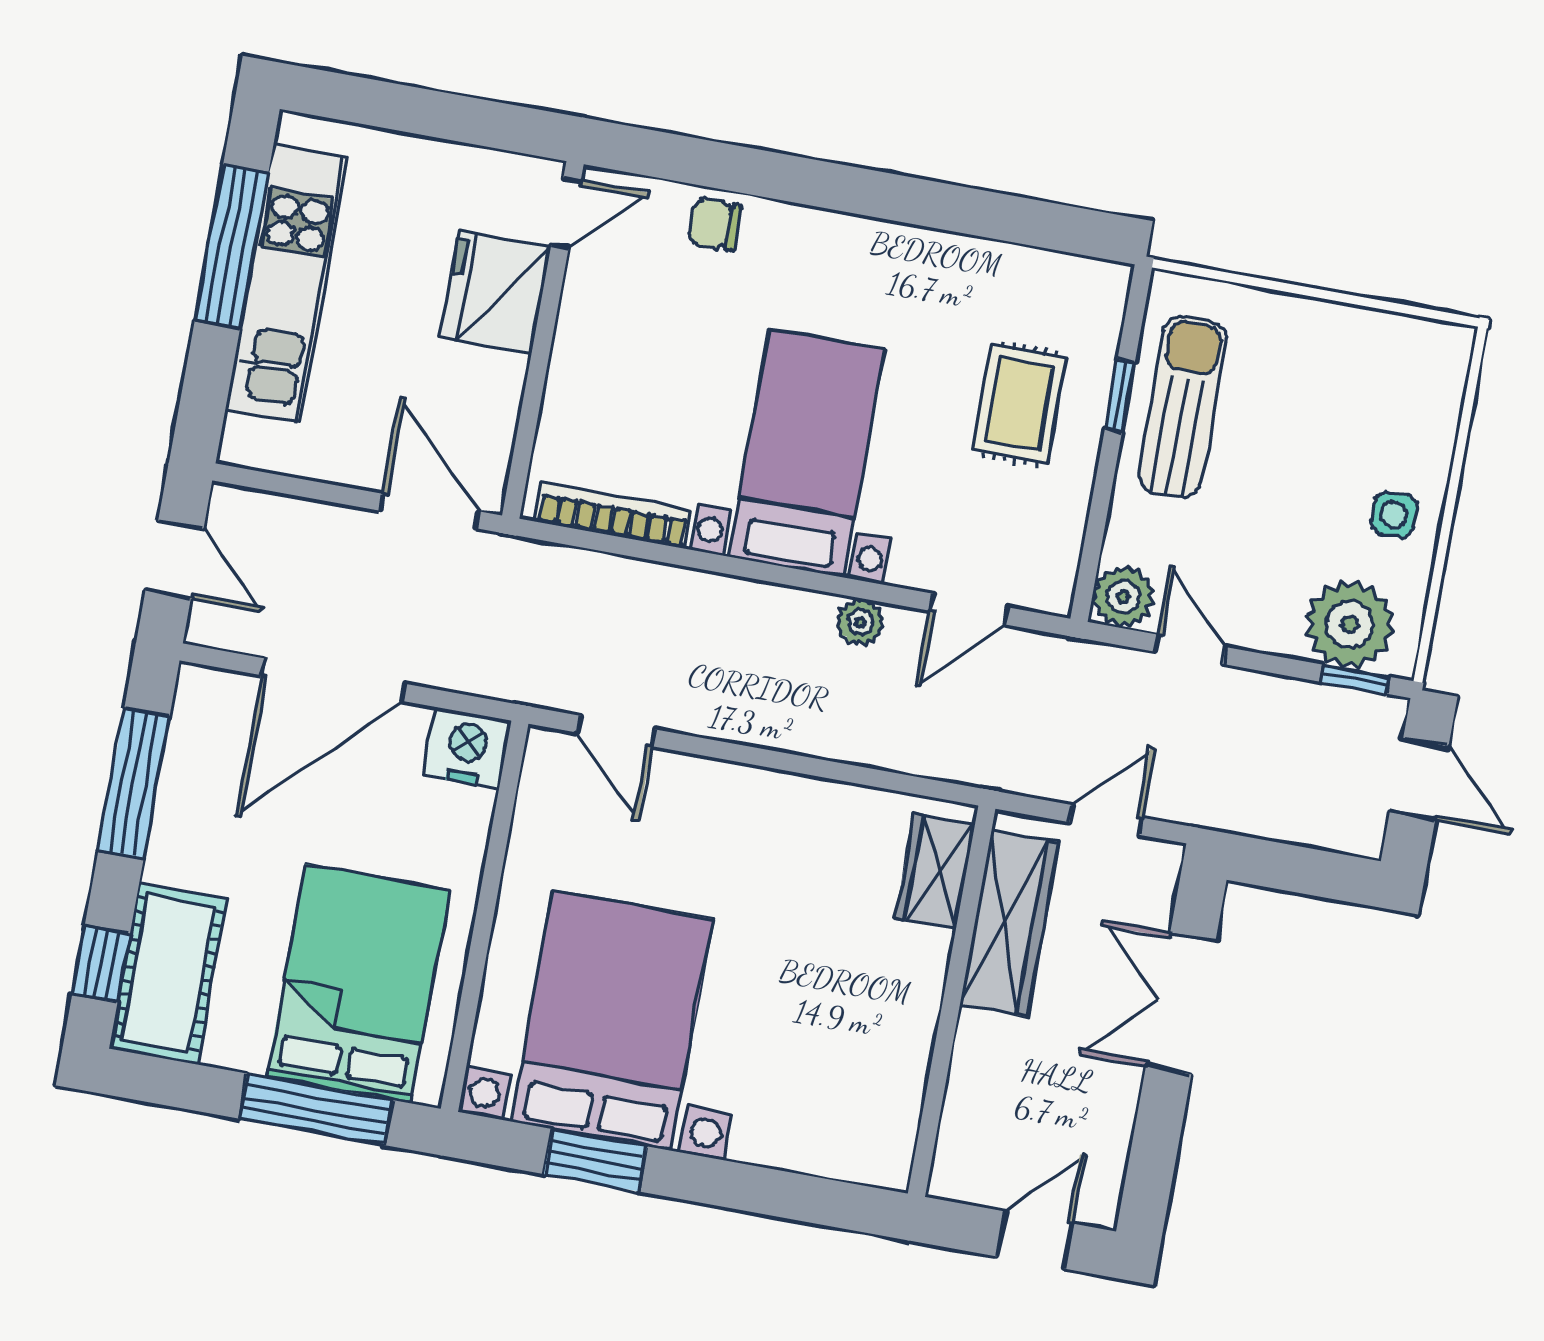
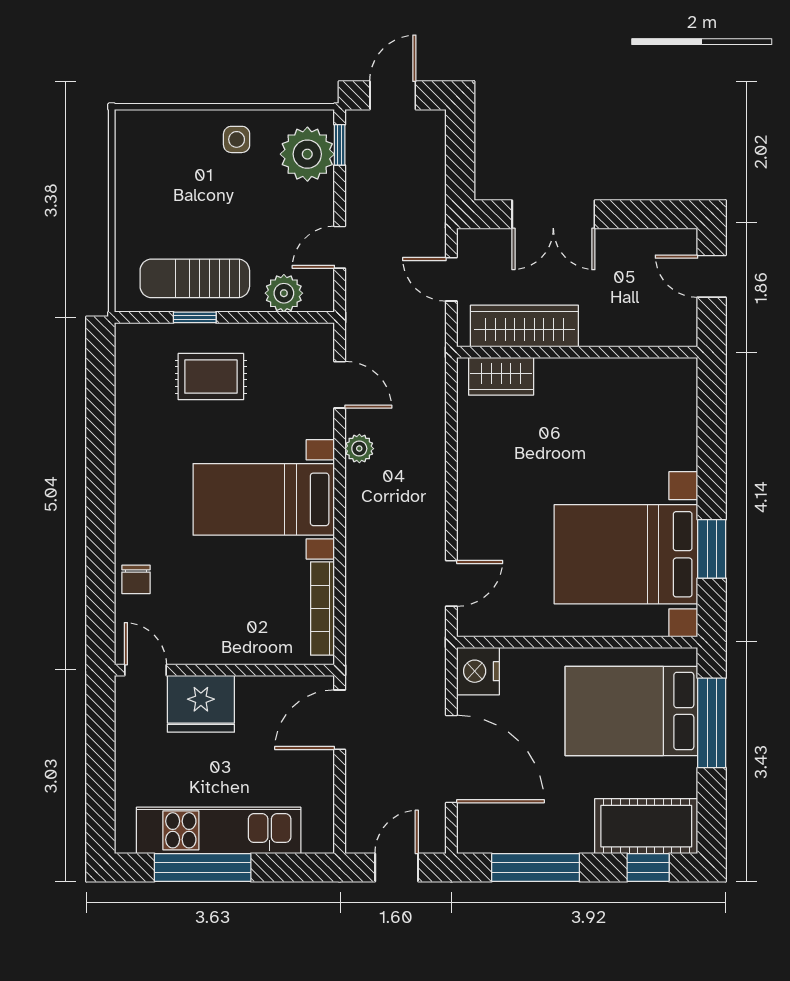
plant: (1123, 597) -> (284, 293), moved

